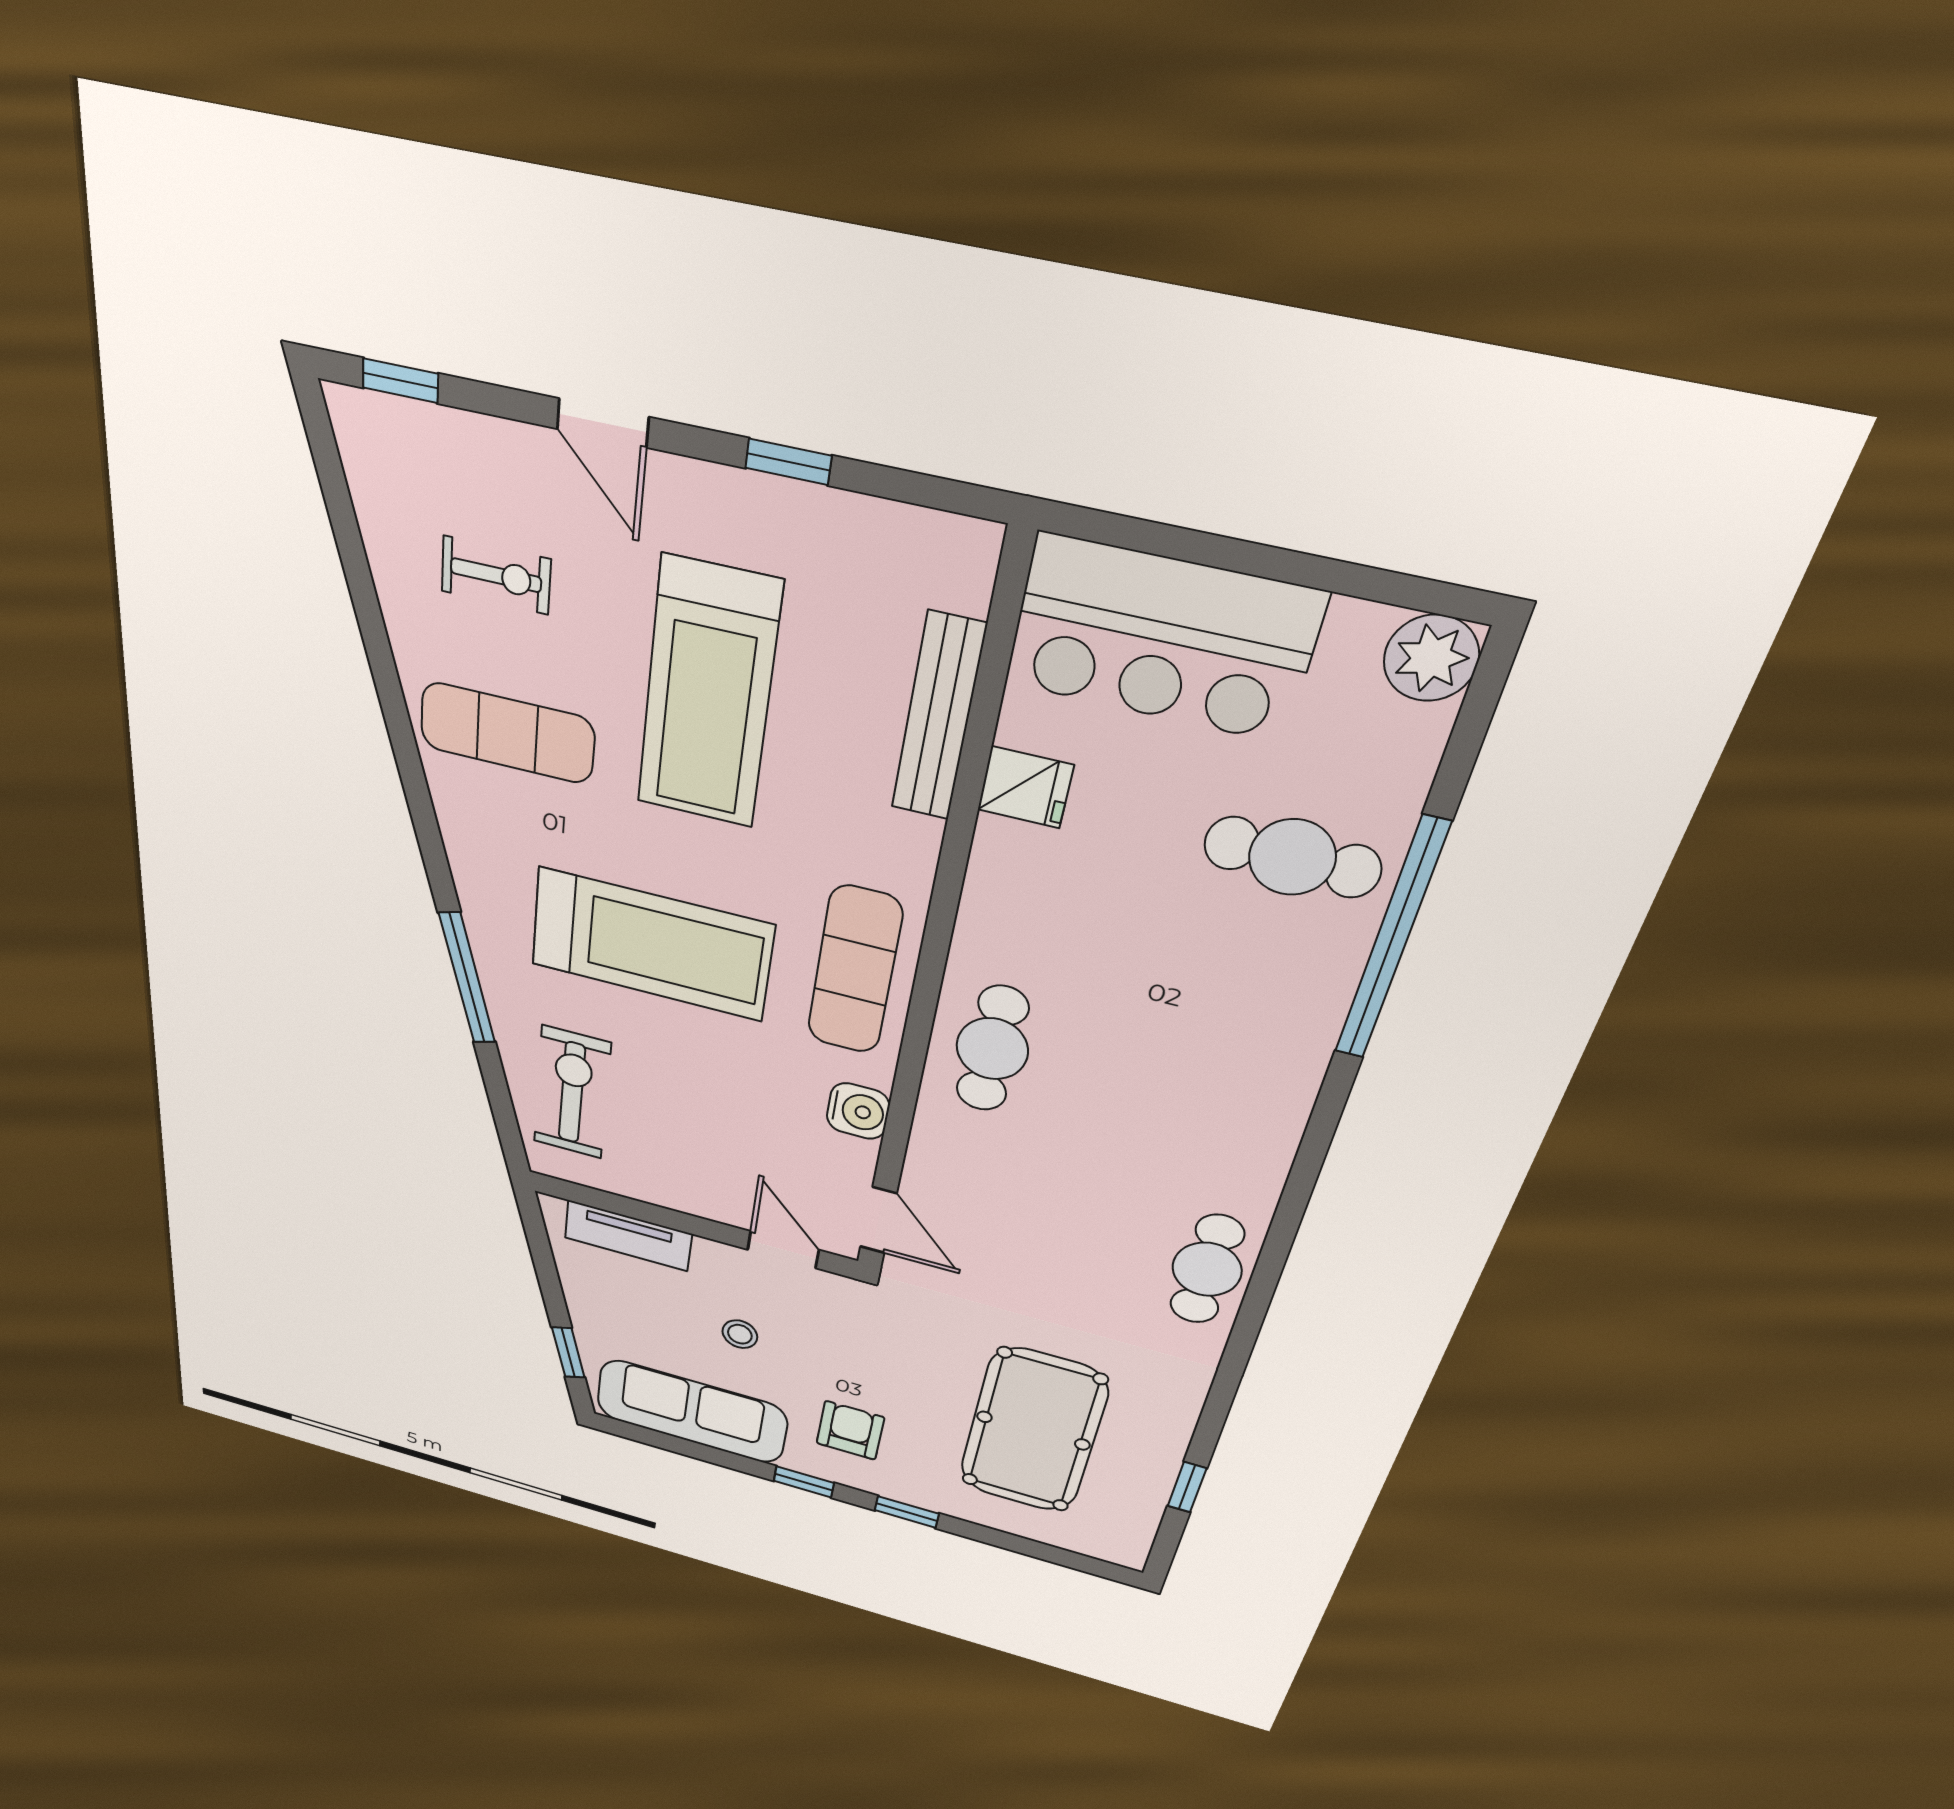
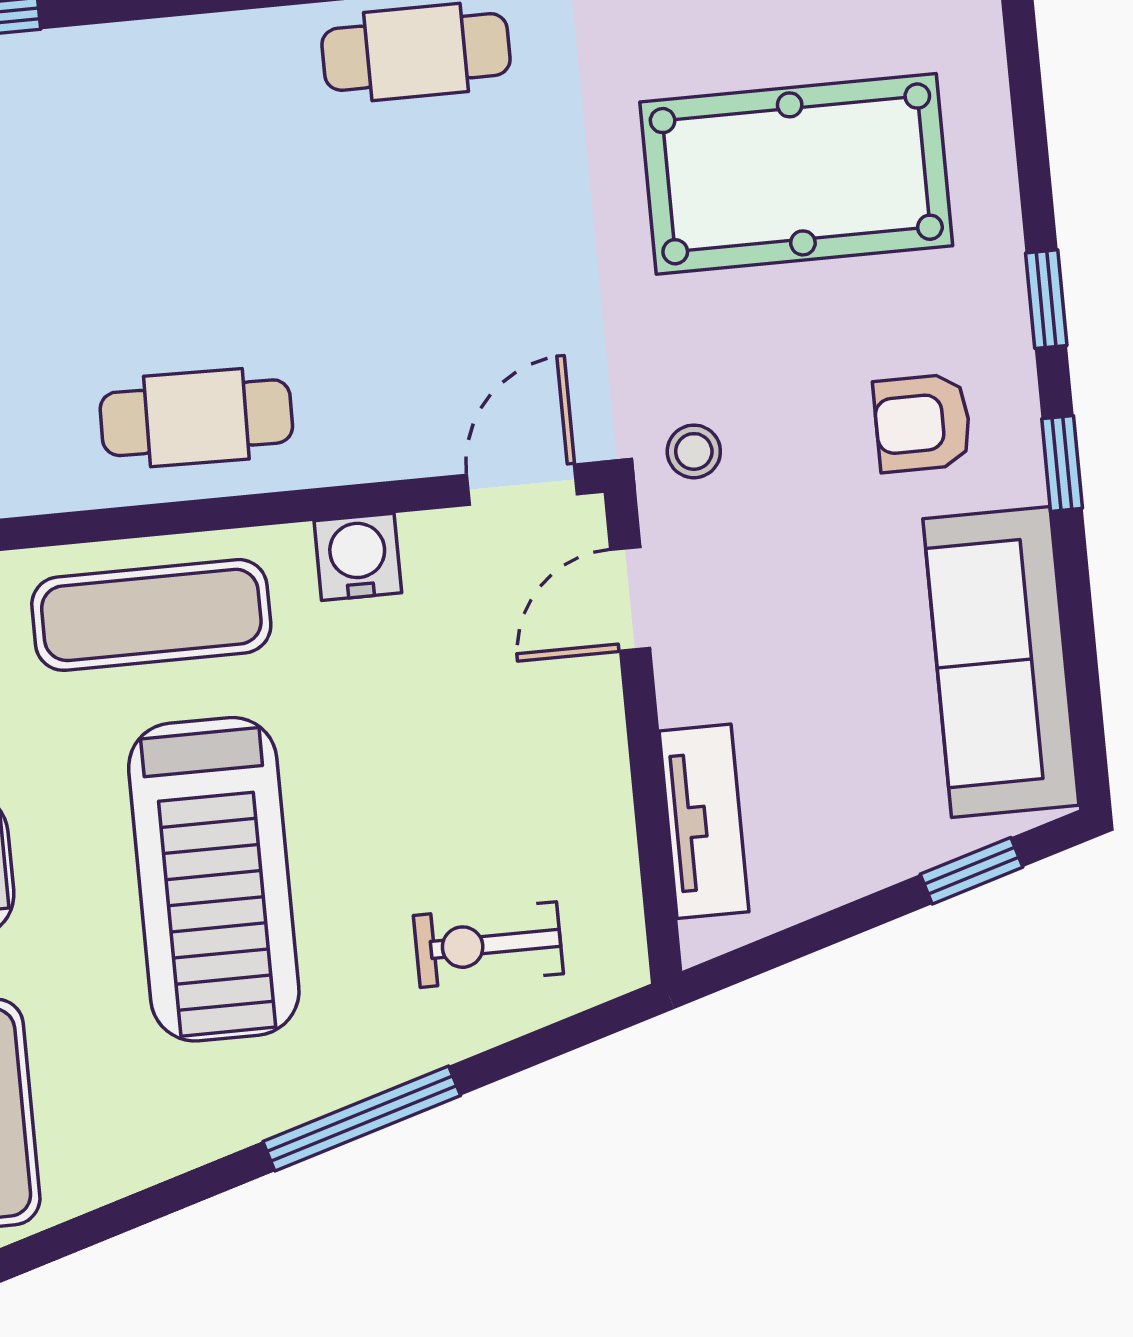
treadmill: (651, 945) -> (214, 879), turned 180
exercise bike: (572, 1093) -> (488, 945), width x0.73, depth x0.72
stool: (740, 1334) -> (694, 451), moved

